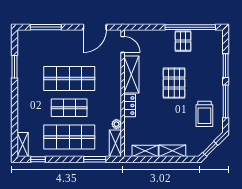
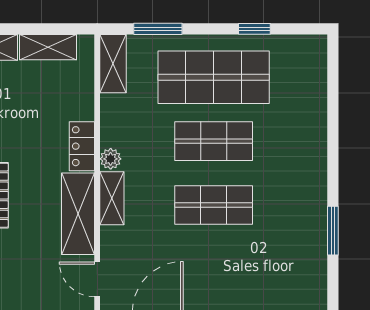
shop shelf: (69, 79) -> (214, 205), width x0.70, depth x0.74
plant: (116, 124) -> (111, 159), moved
shelving: (23, 145) -> (112, 198), moved
window: (38, 159) -> (254, 29), moved

